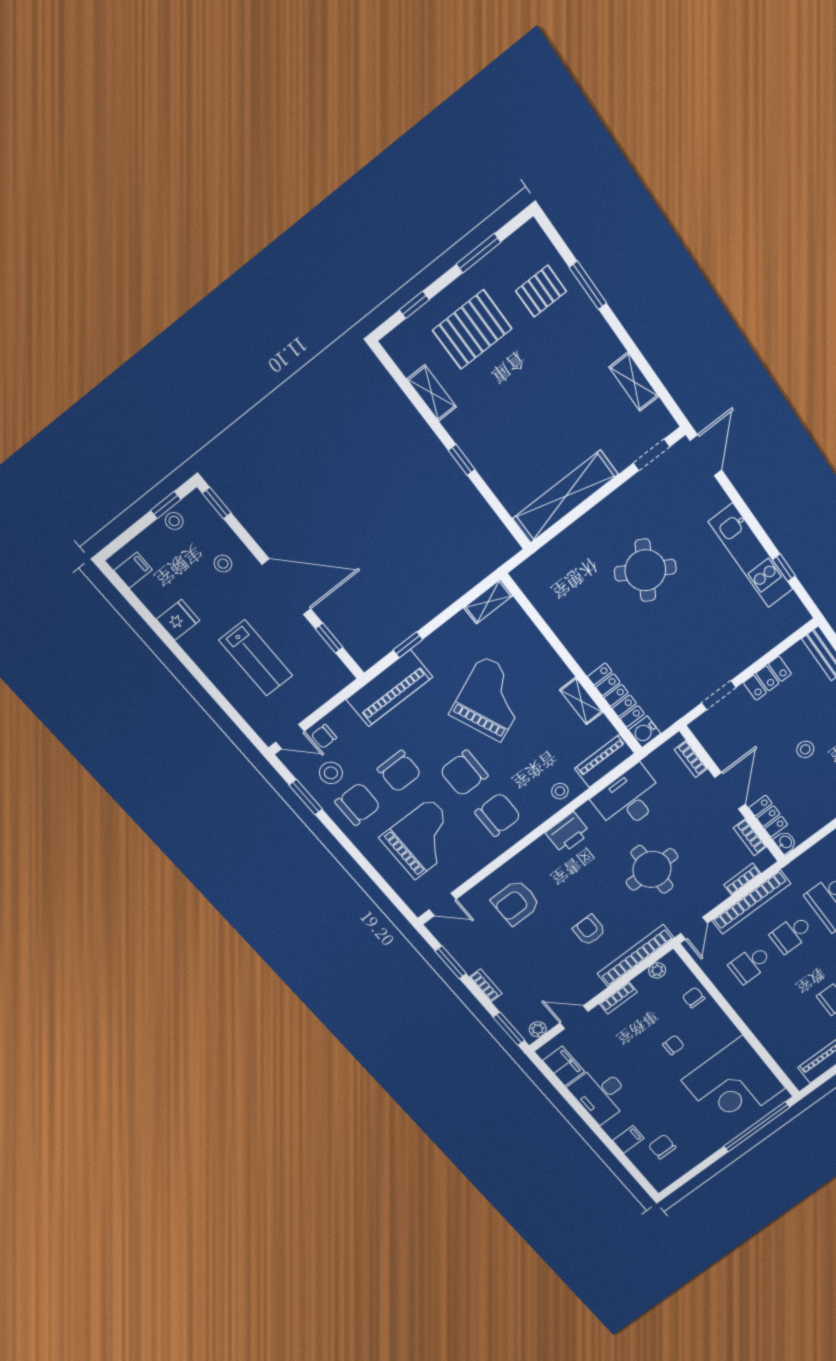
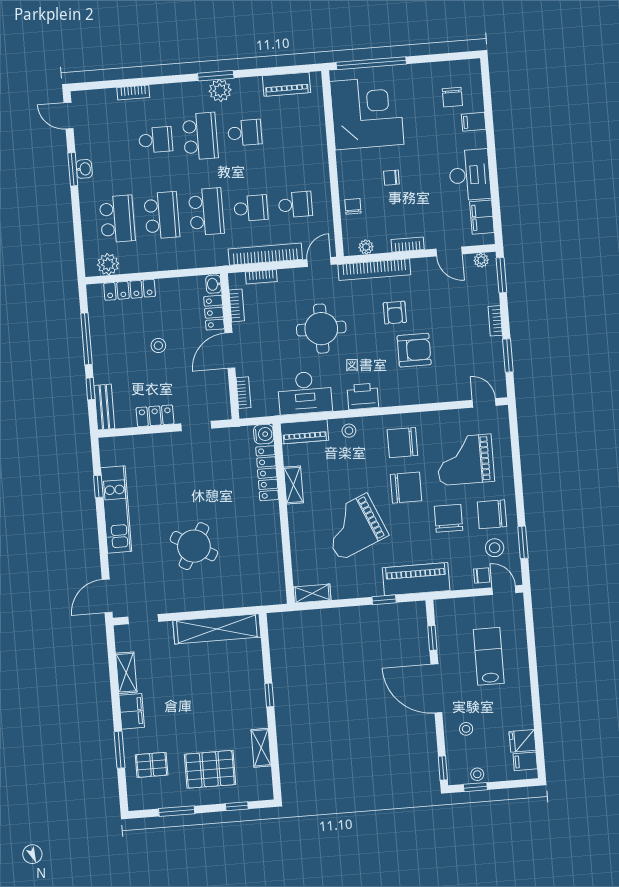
filing cabinet: (601, 340) -> (132, 711), added
fridge: (178, 620) -> (522, 741), moved
armchair: (516, 902) -> (414, 350), moved
chair: (694, 998) -> (353, 206), turned 180

